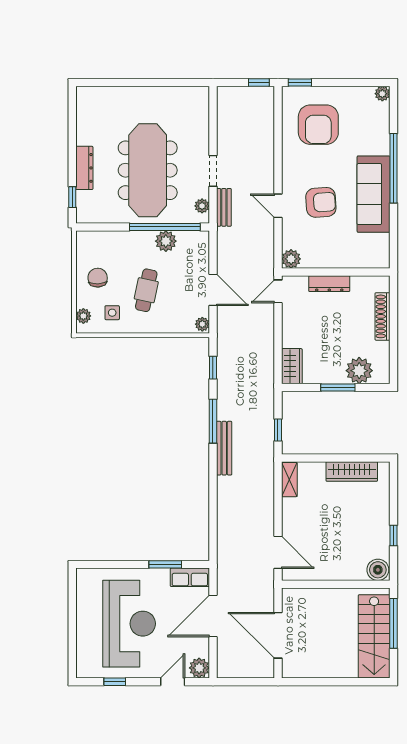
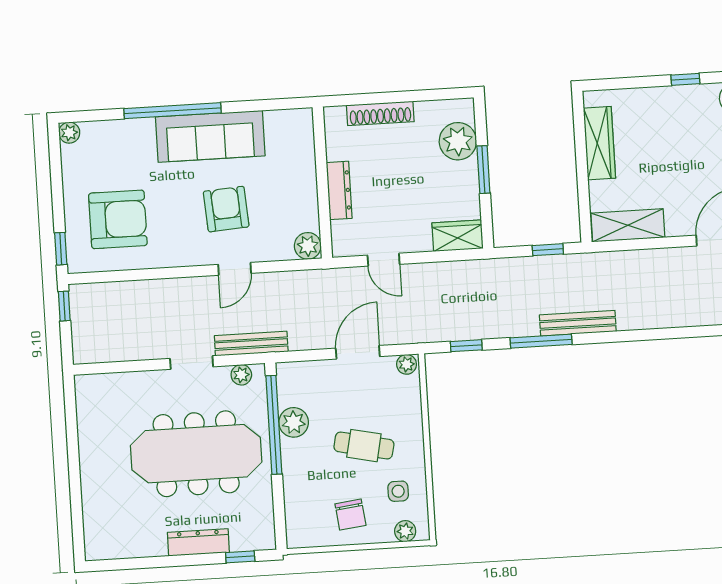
bench: (224, 207) -> (251, 344), width x1.36
chair: (98, 278) -> (350, 515), turned -95
door: (278, 291) -> (384, 260), moved
shelving: (289, 480) -> (628, 225), width x1.50, depth x1.33

